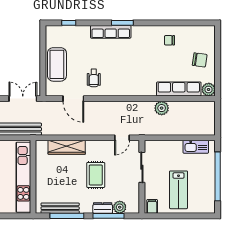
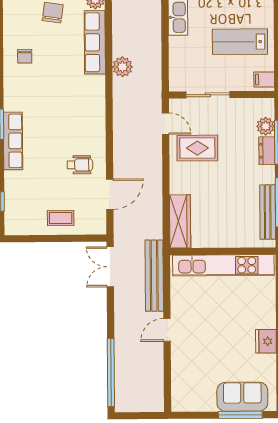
coffee table: (57, 64) -> (61, 218), width x0.54, depth x0.58
wardrobe: (67, 147) -> (180, 221), moved
rug: (96, 175) -> (197, 148), moved
lab bench: (178, 190) -> (240, 42), turned 180

